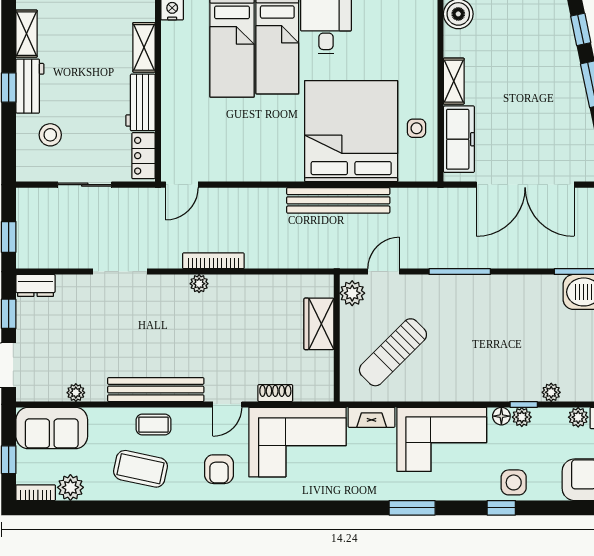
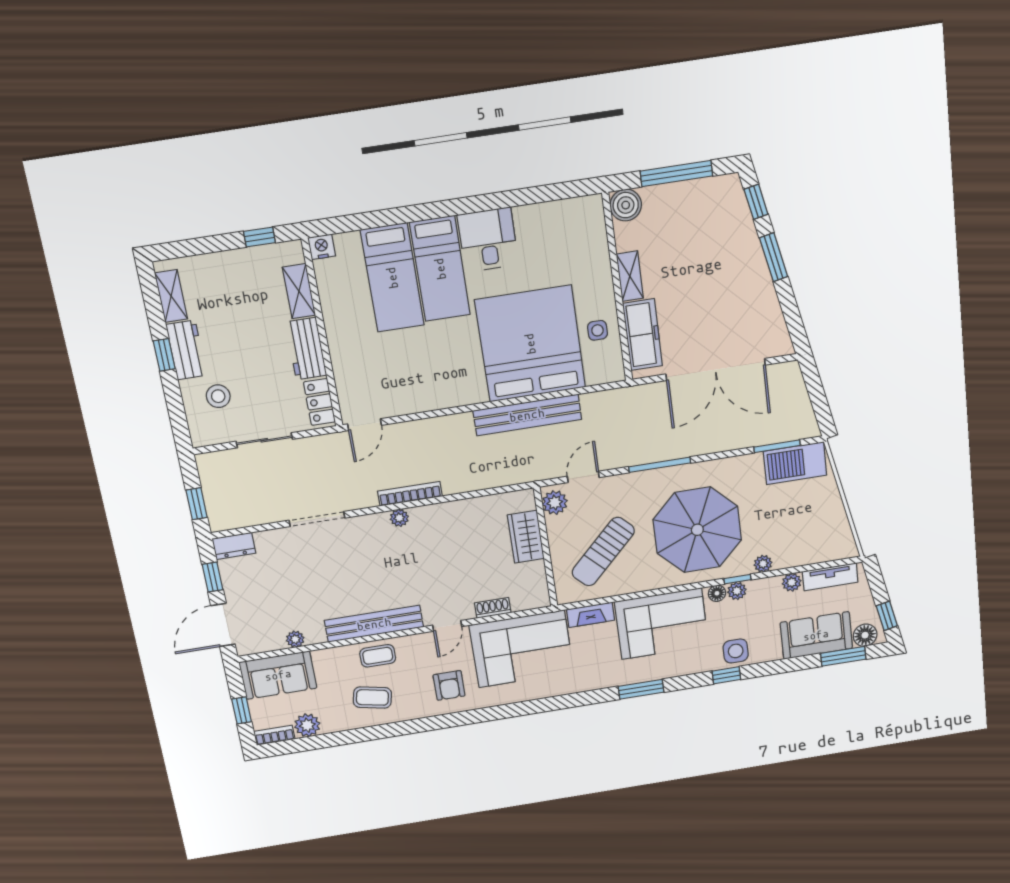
parasol: (489, 345) -> (697, 530), added
coffee table: (140, 469) -> (372, 697), width x0.73, depth x0.77

